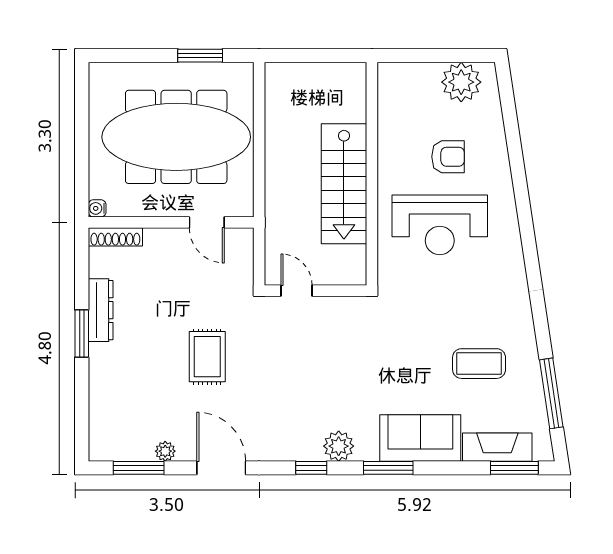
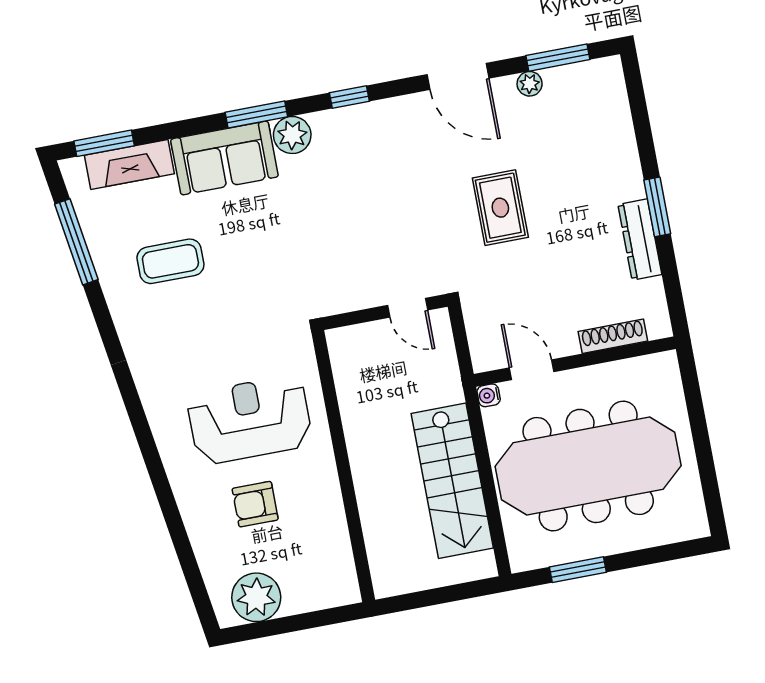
stairs: (344, 184) -> (452, 481), moved, turned 180
water cooler: (97, 208) -> (489, 395), moved, turned 180
shoe rack: (115, 237) -> (613, 336), moved
plant: (339, 446) -> (292, 135), moved

